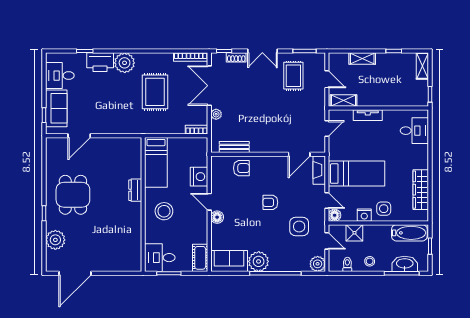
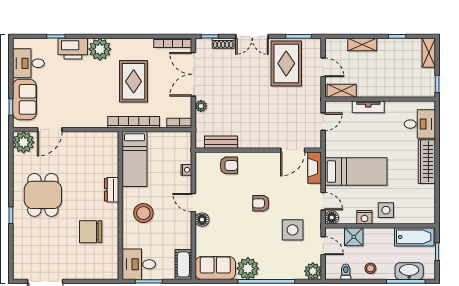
rug: (293, 76) -> (286, 63), width x1.36, depth x1.43
bookcase: (155, 129) -> (134, 122), added
nightstand: (199, 177) -> (186, 170), width x0.53, depth x0.56
wardrobe: (421, 190) -> (427, 162), moved
chair: (116, 228) -> (91, 232), added
plant: (55, 240) -> (24, 142), moved

